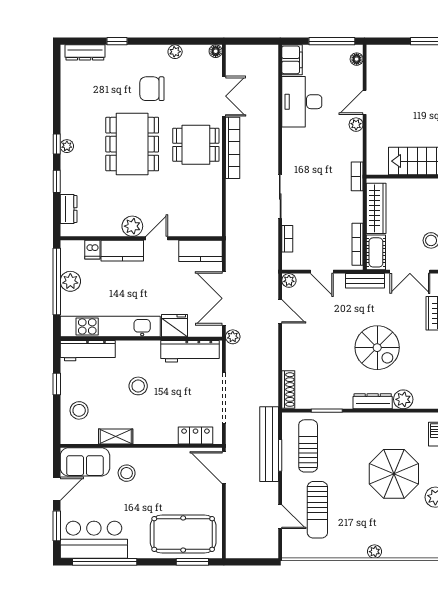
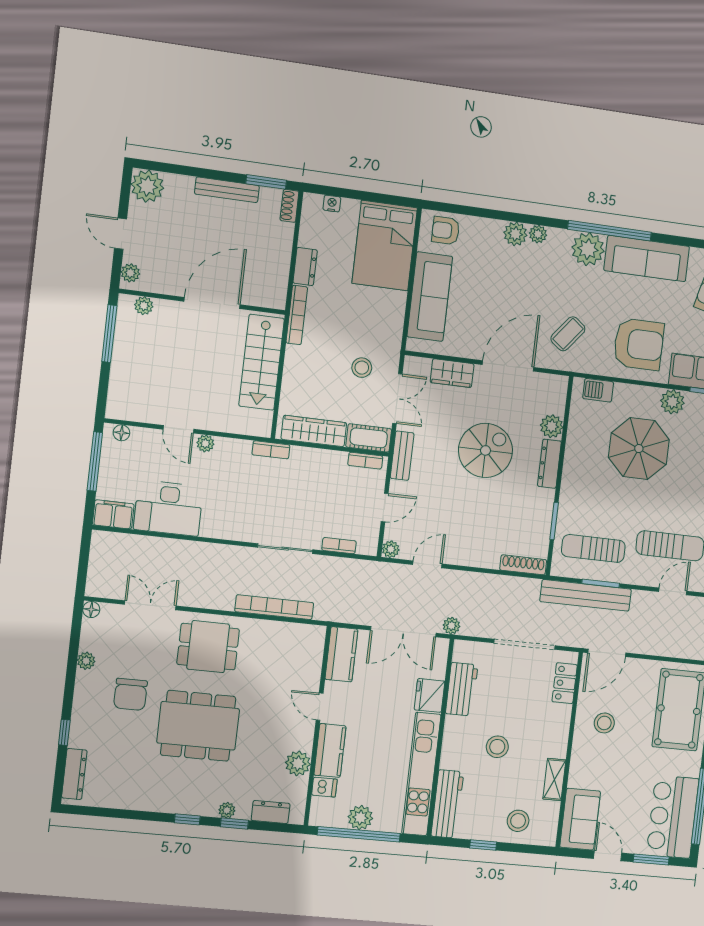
dining table: (196, 145) -> (208, 647), turned 90
plant: (67, 146) -> (227, 810), moved
bookcase: (233, 148) -> (274, 607), moved
plant: (132, 226) -> (298, 763), moved
bookcase: (357, 244) -> (365, 461), width x0.64
workbench: (190, 351) -> (462, 689), width x0.73
stool: (127, 473) -> (604, 723), moved

